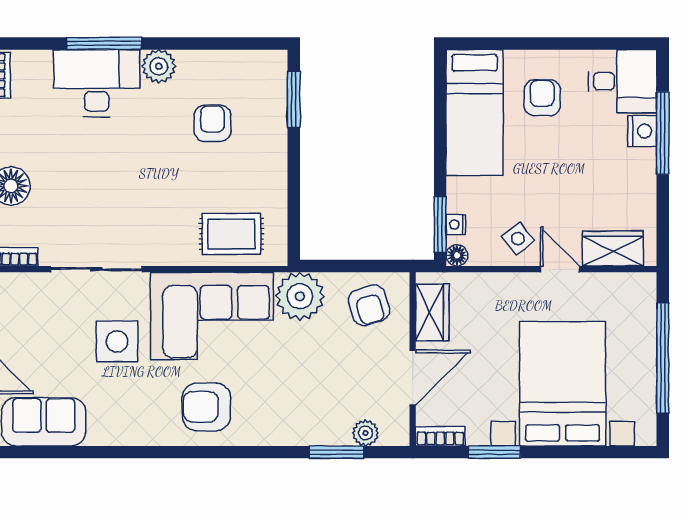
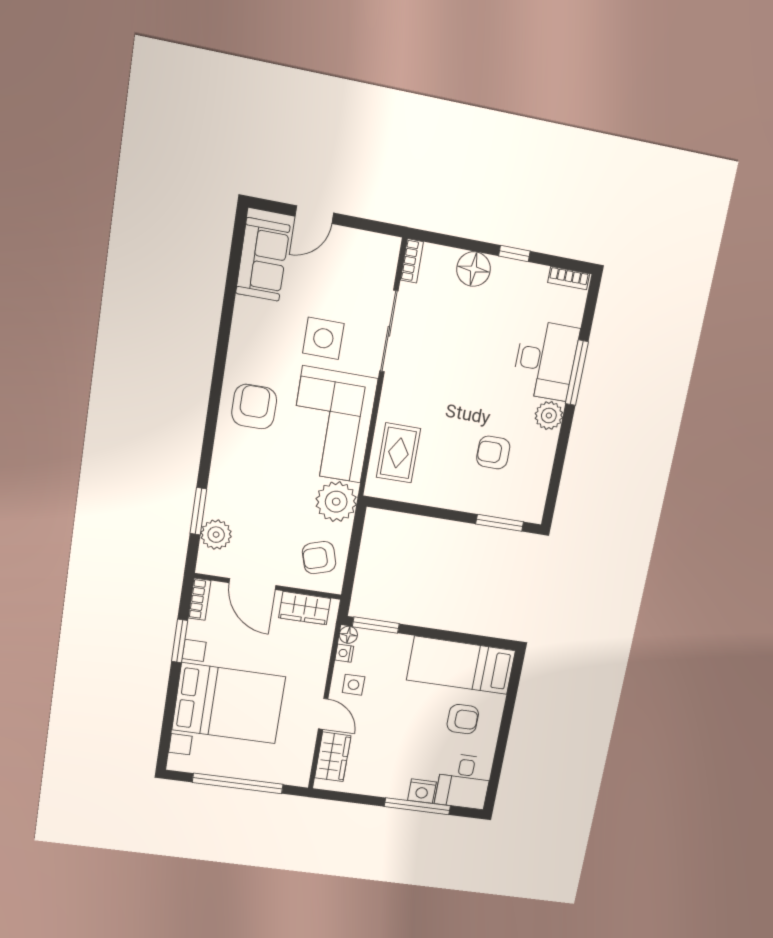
armchair: (212, 123) -> (493, 452), turned 180
nightstand: (456, 225) -> (344, 653), moved, turned -90
side table: (518, 239) -> (354, 685), turned 38
door: (560, 269) -> (323, 714), hinge flipped
plant: (365, 433) -> (216, 535), width x1.38, depth x1.38

